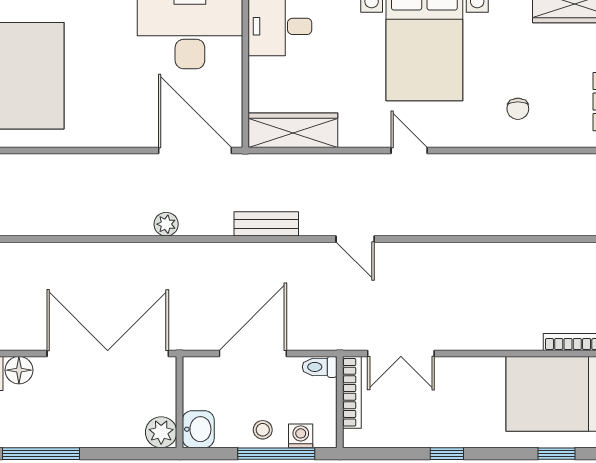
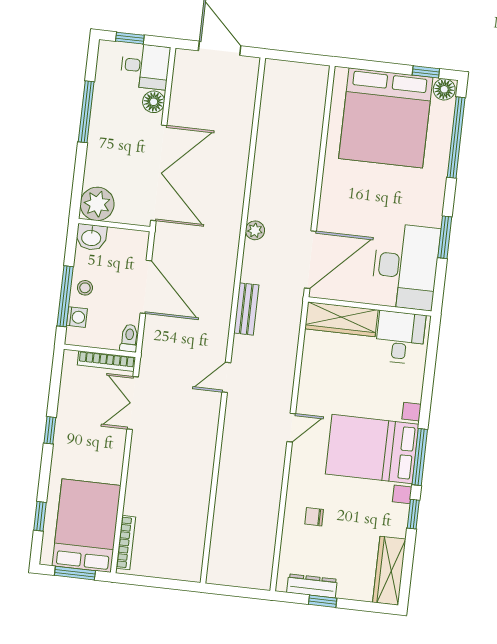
wardrobe: (293, 130) -> (341, 319), moved, turned 90
plant: (161, 432) -> (97, 204), width x1.36, depth x1.36

